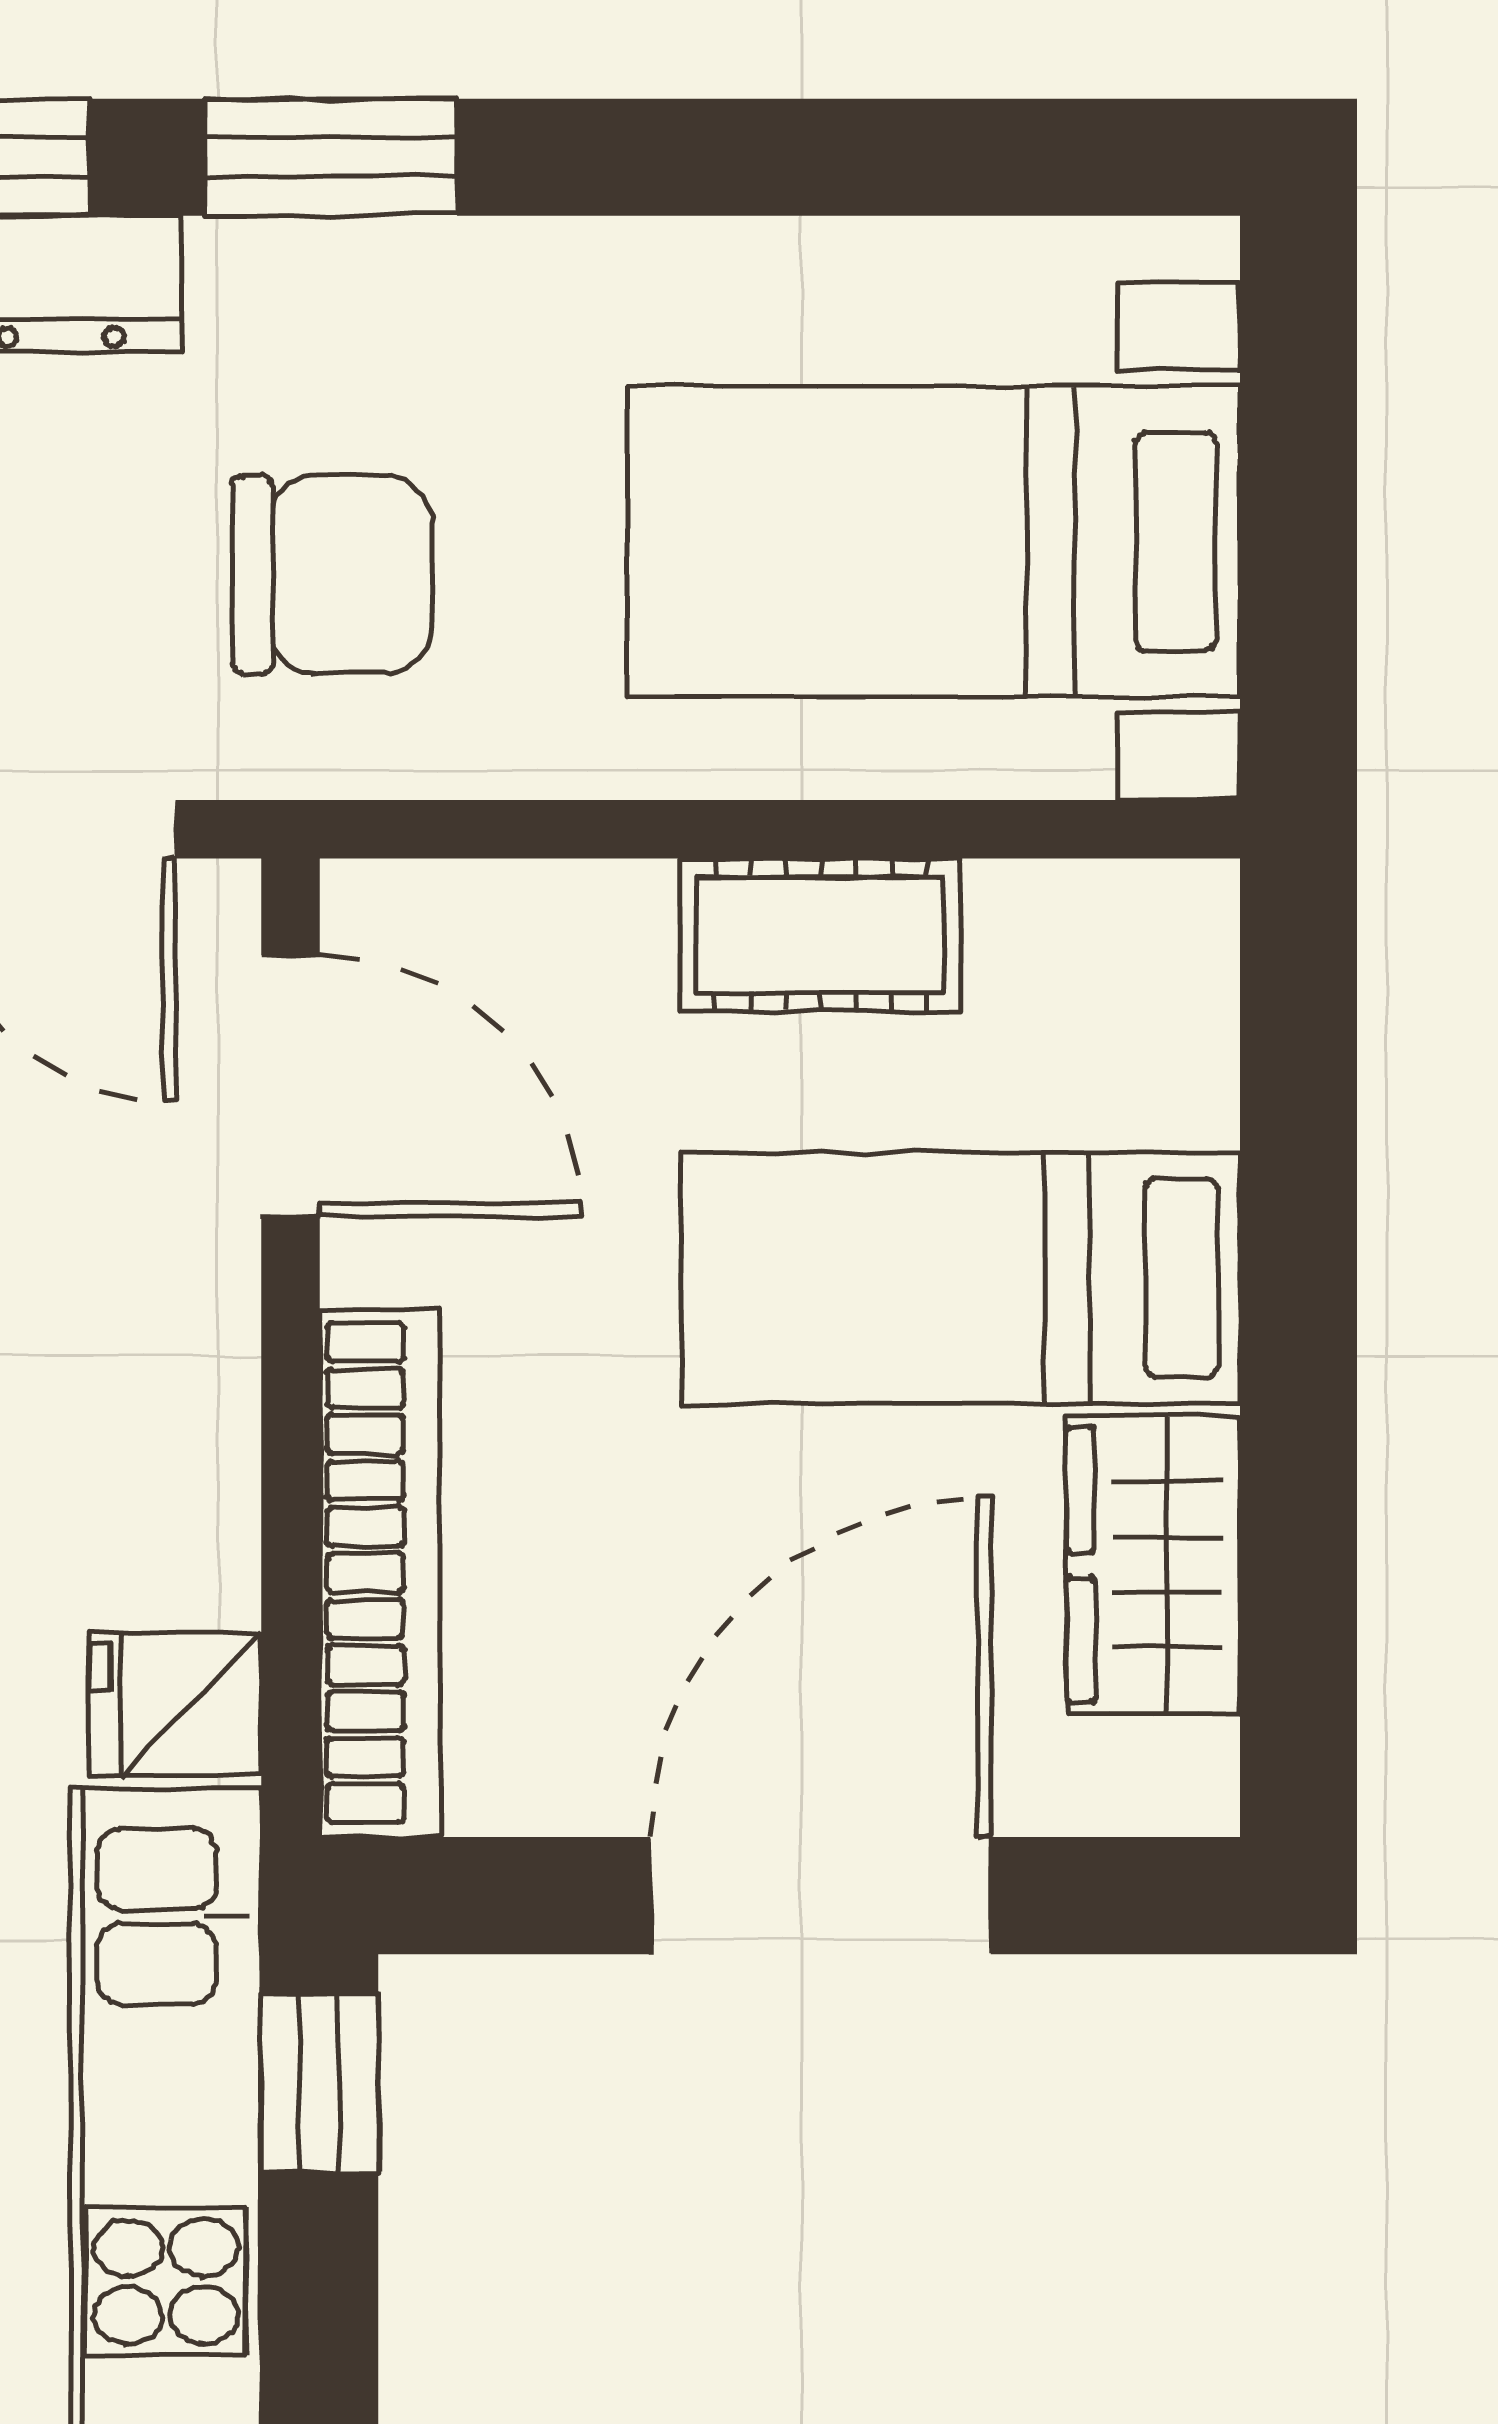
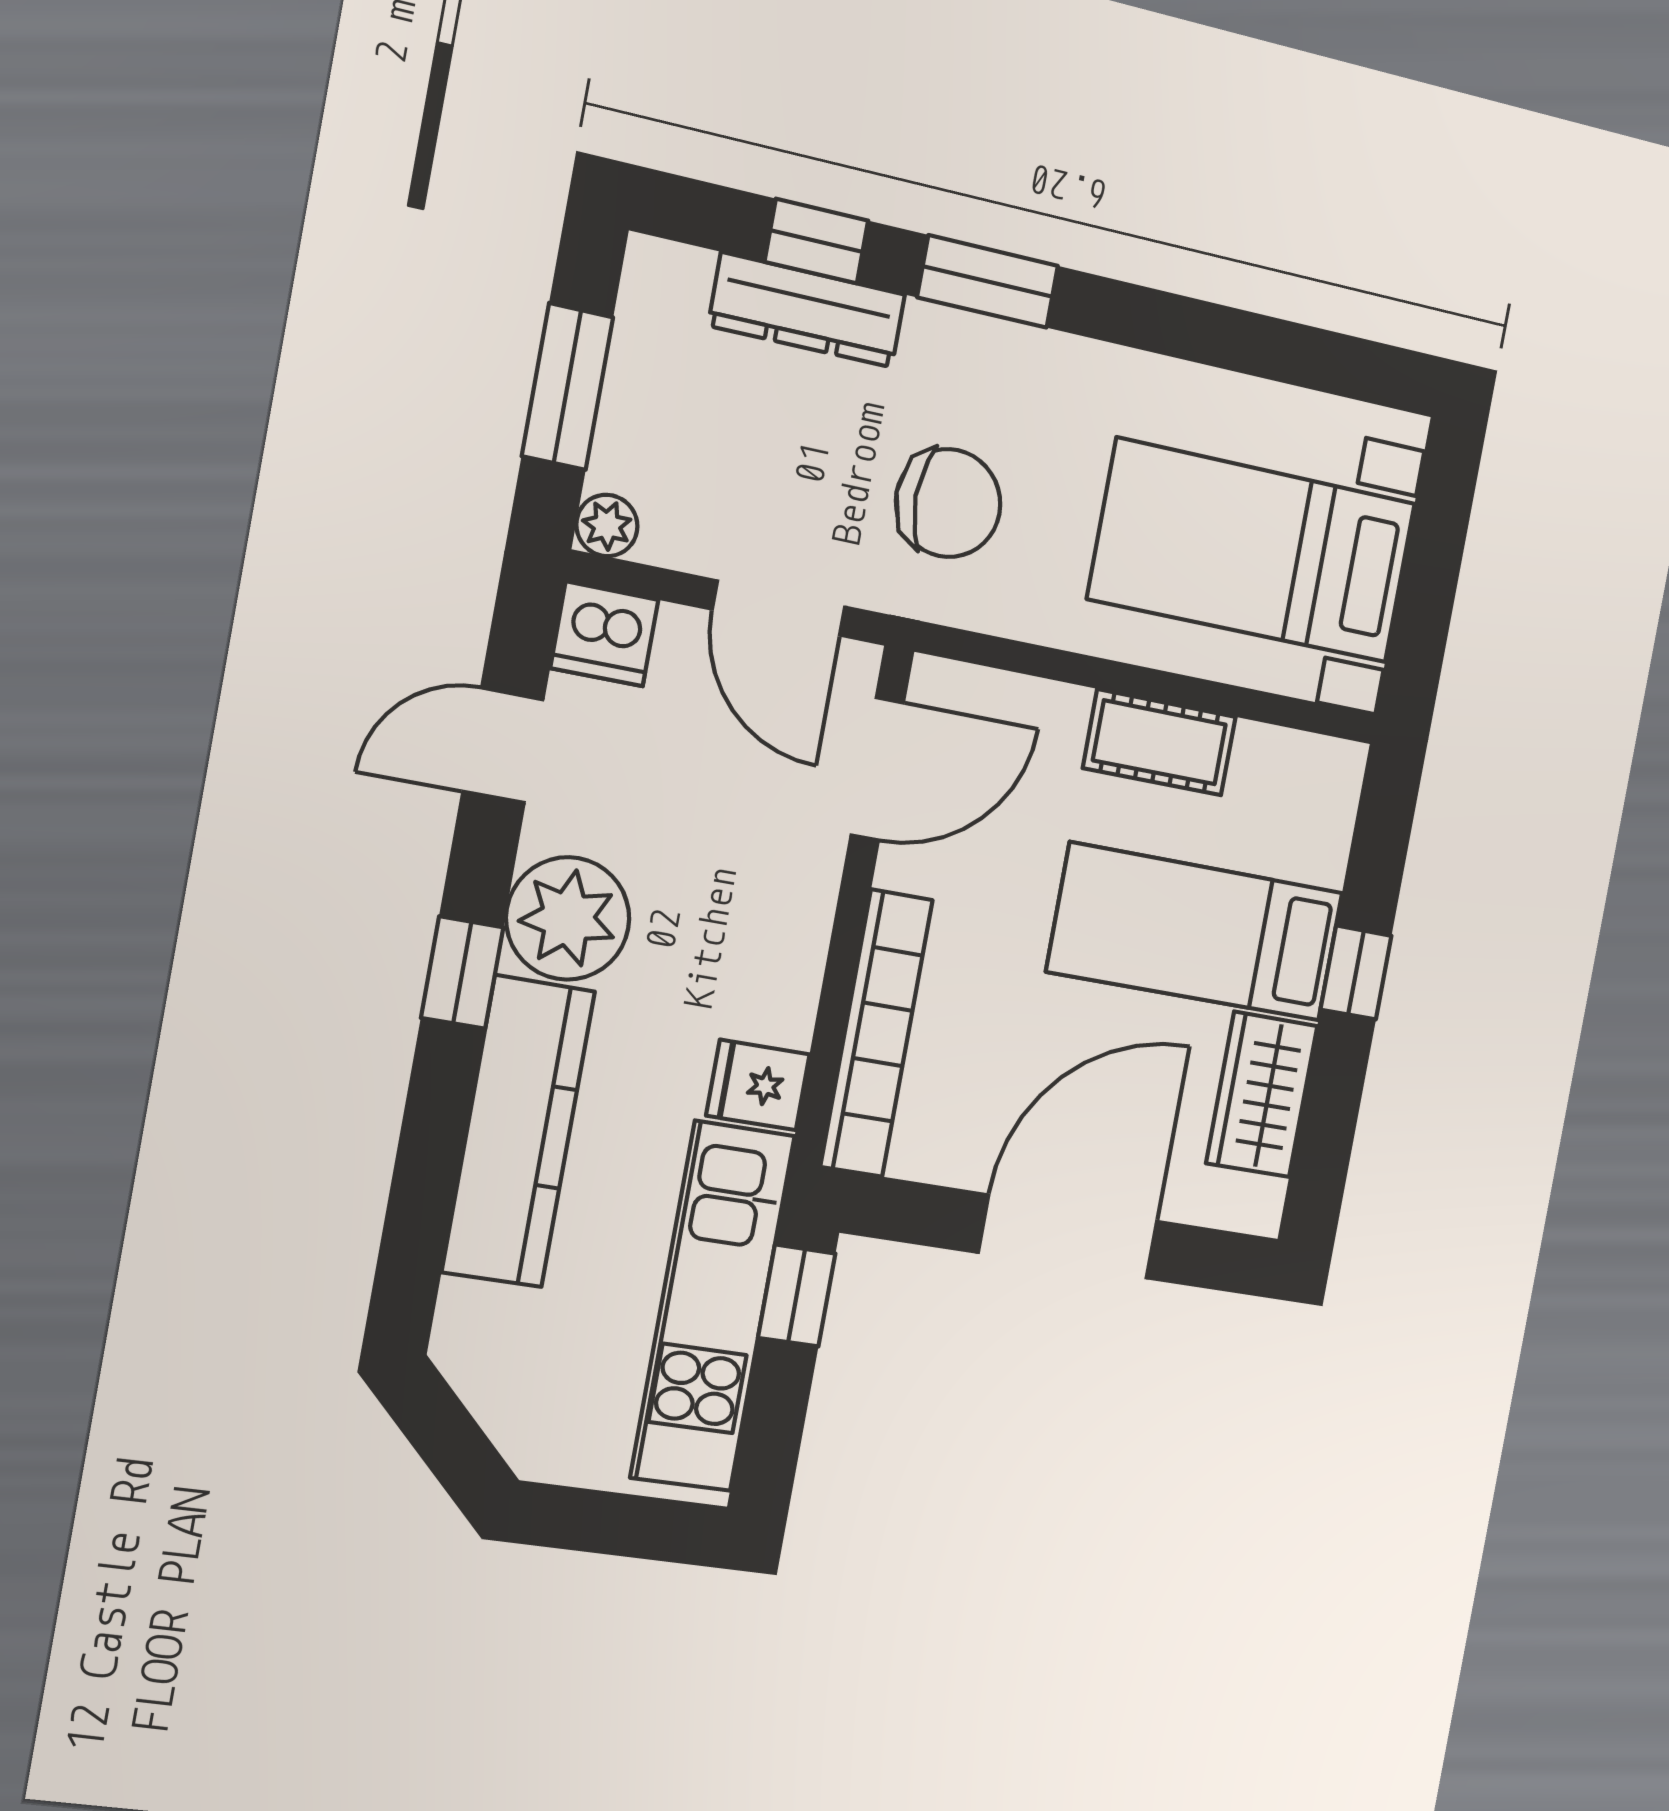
door: (291, 1086) -> (877, 769), hinge flipped
window: (1299, 1299) -> (1356, 973), added

